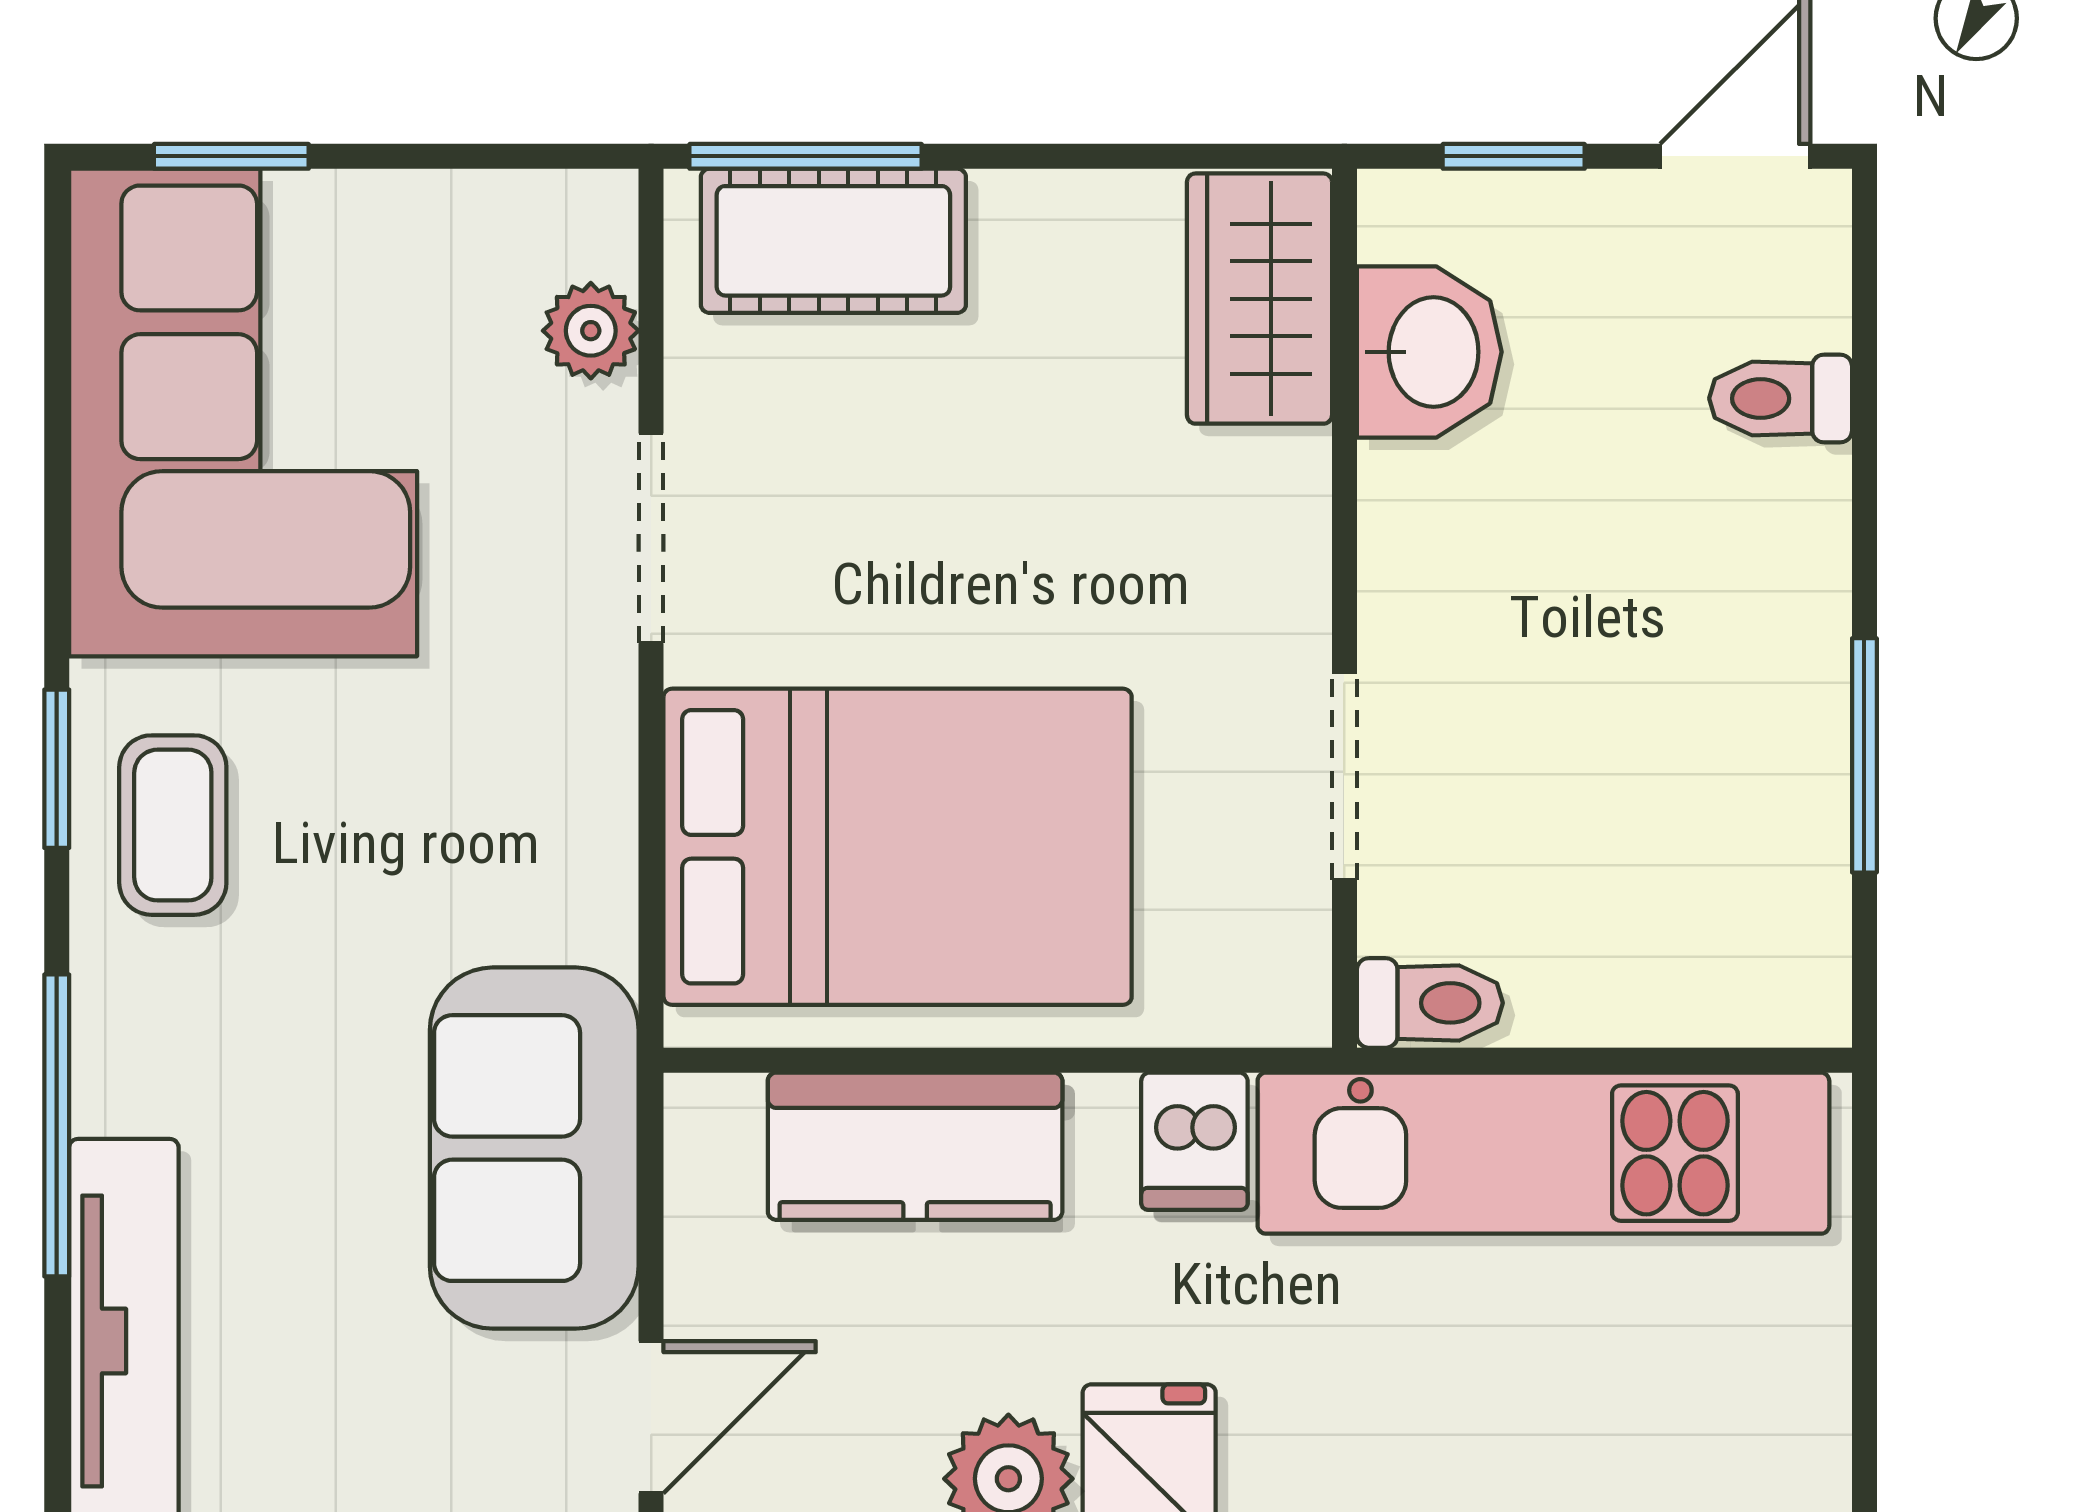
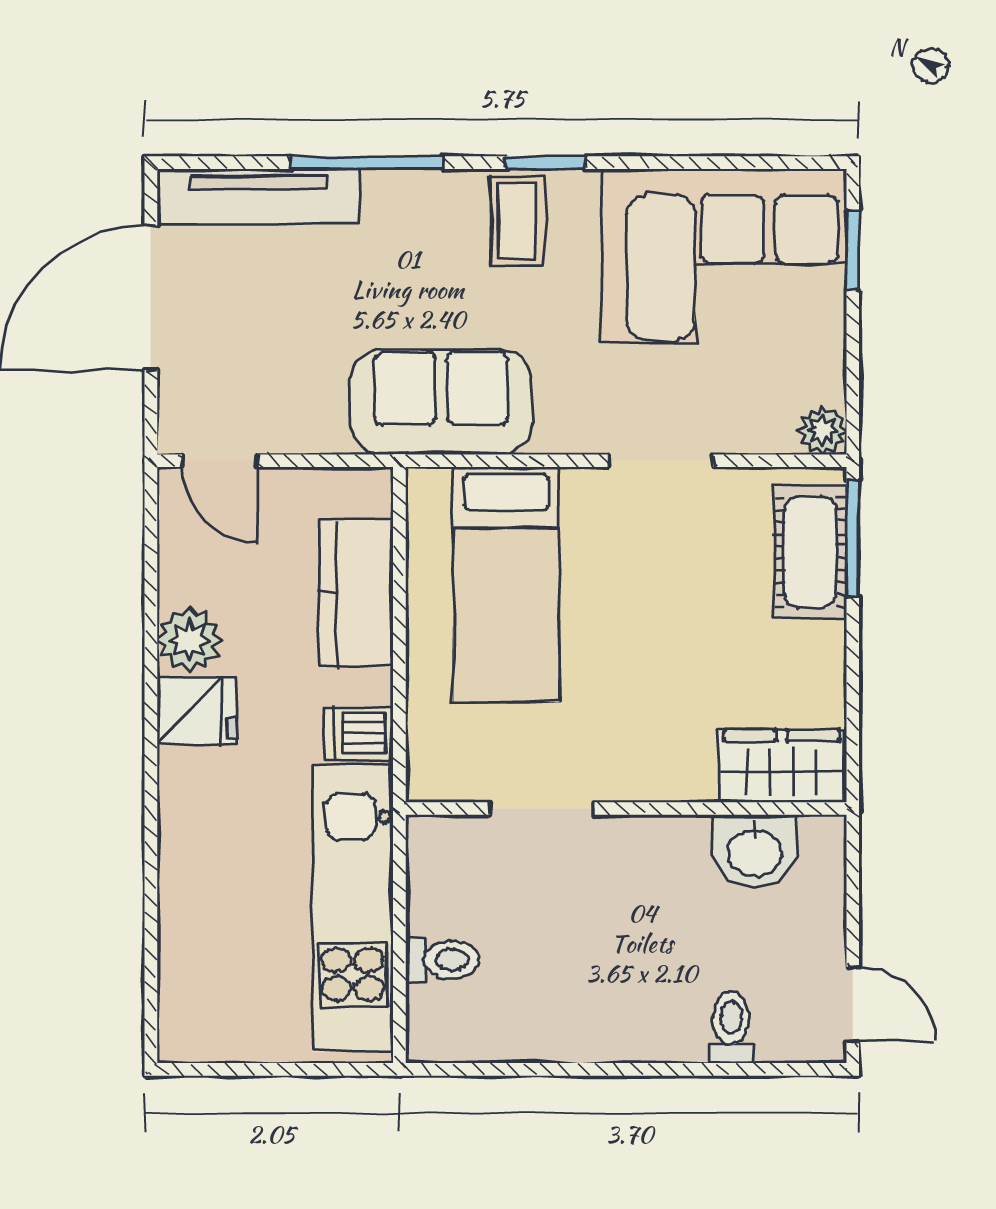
window: (1514, 156) -> (853, 893), removed
plant: (591, 331) -> (822, 430), moved
window: (1864, 755) -> (552, 1069), removed
coffee table: (173, 825) -> (517, 221), turned 90
bed: (898, 847) -> (506, 584), width x0.67
toilet: (1430, 1003) -> (442, 960), moved, turned -90
sofa: (534, 1148) -> (441, 402), moved

